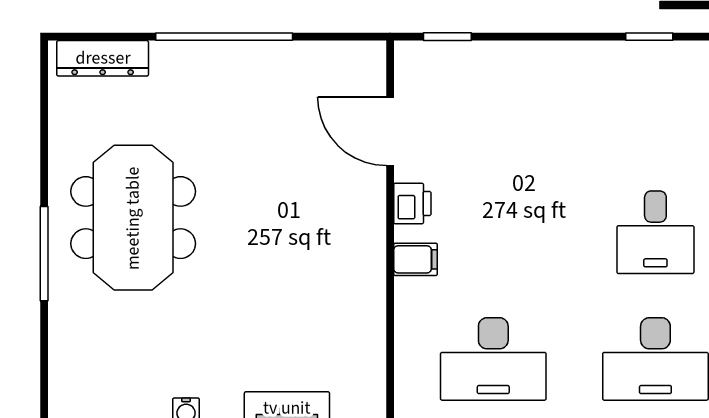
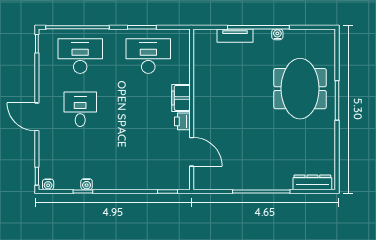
water cooler: (640, 54) -> (87, 184), added
meeting table: (133, 218) -> (300, 89), moved
filing cabinet: (416, 259) -> (181, 98), width x2.00

